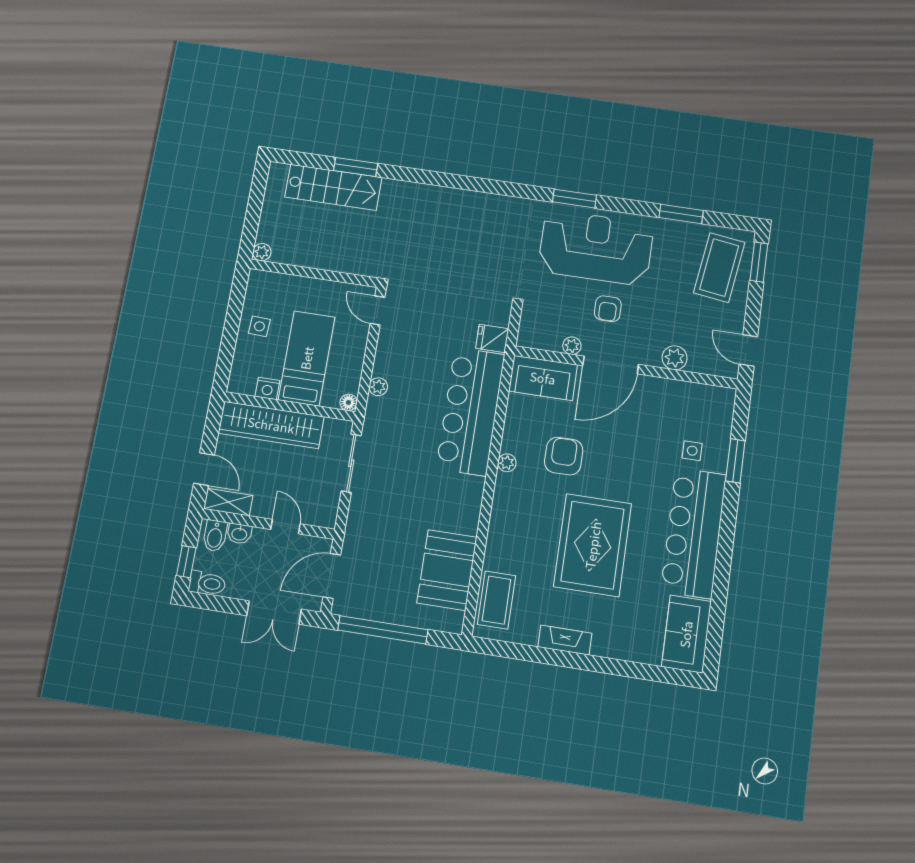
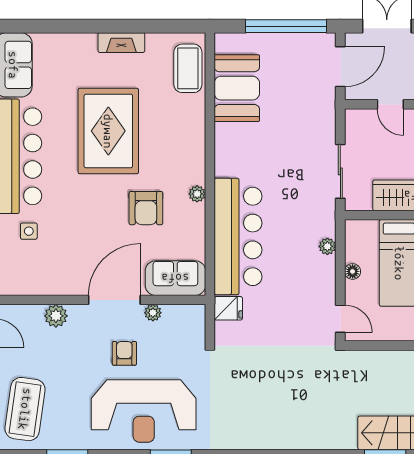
floor lamp: (348, 402) -> (353, 271), moved

